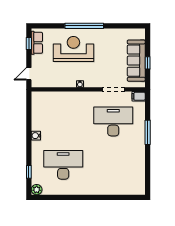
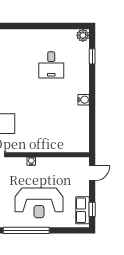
desk: (63, 165) -> (51, 65), width x0.53, depth x0.77

